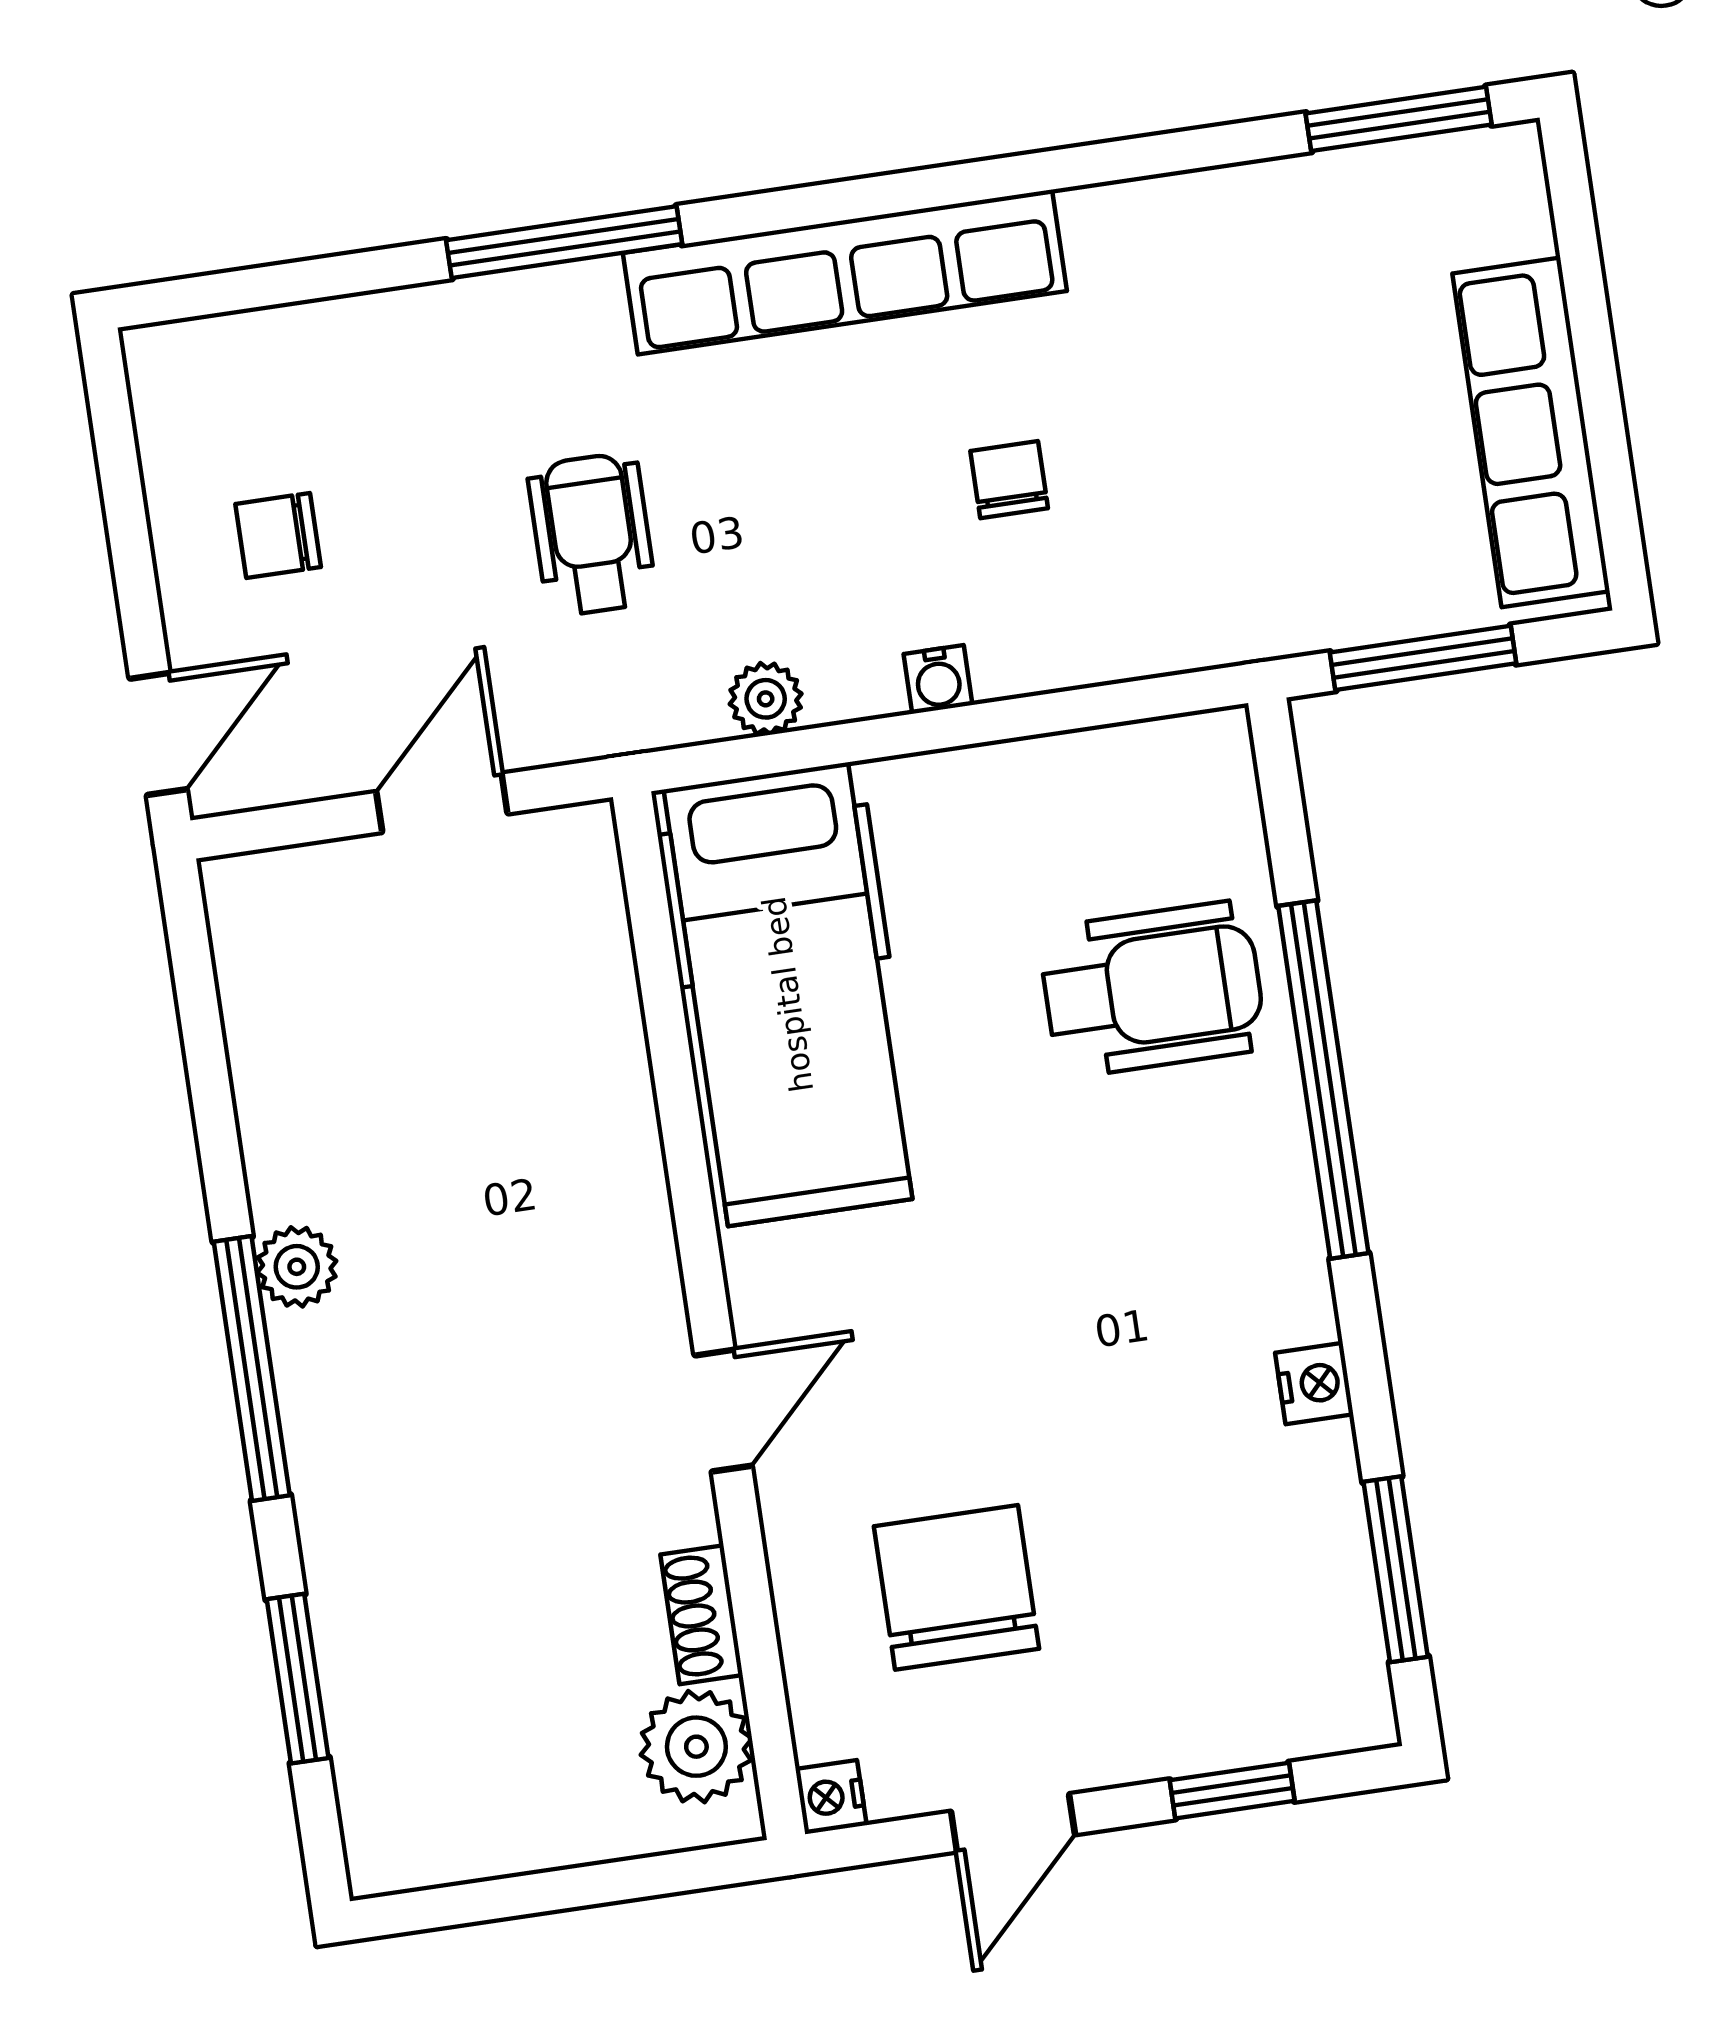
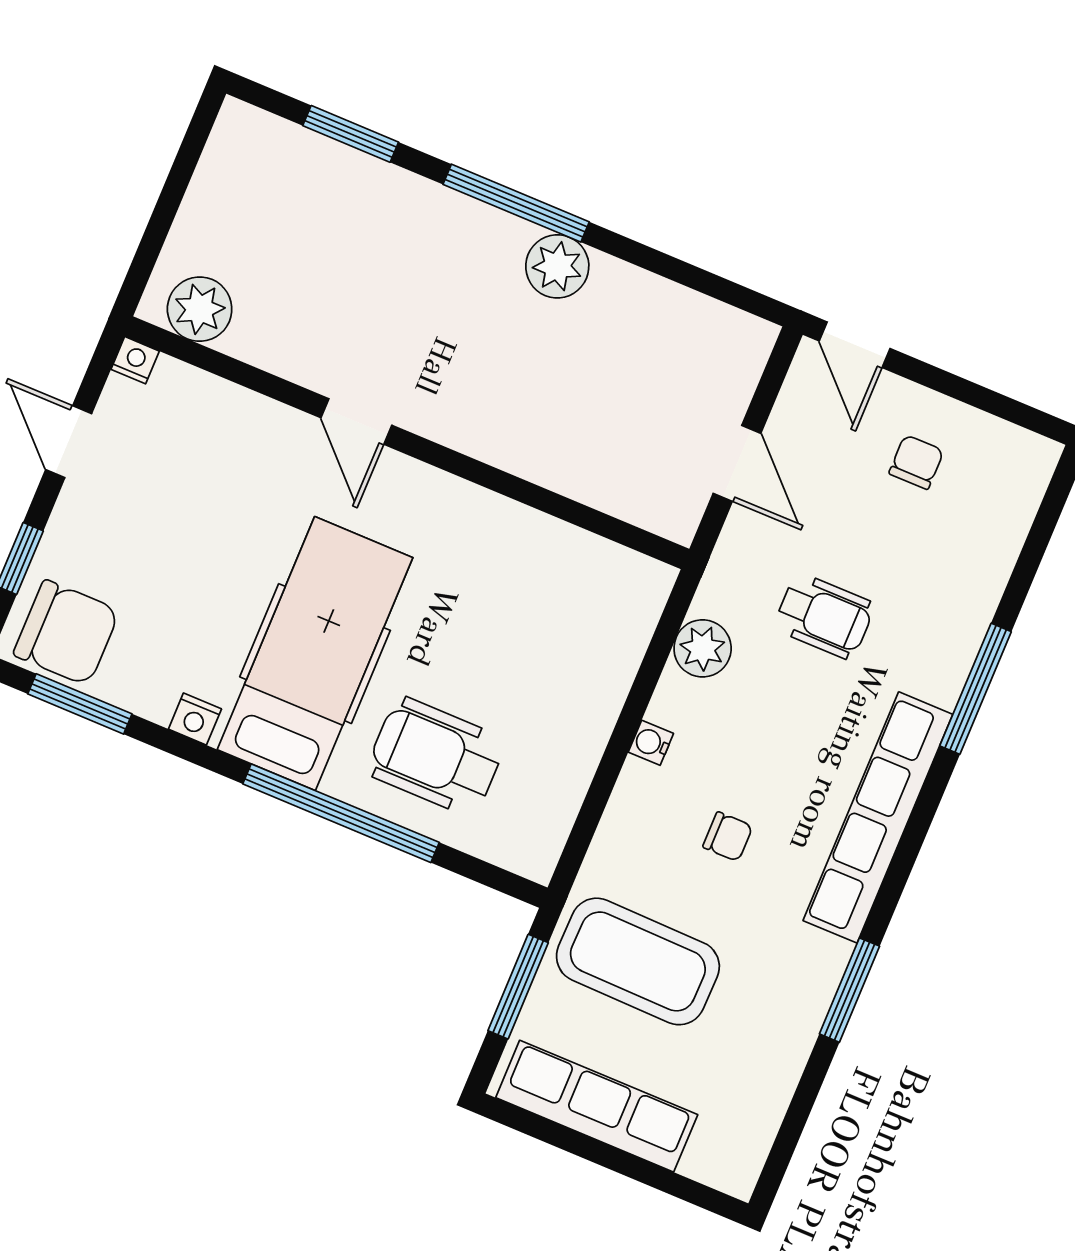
window: (1399, 119) -> (849, 990), moved
coffee table: (1277, 501) -> (638, 961), added
plant: (766, 699) -> (703, 648), width x1.38, depth x1.38
wheelchair: (1152, 989) -> (436, 756), turned 90
hospital bed: (788, 994) -> (315, 654), moved, turned 90
plant: (297, 1267) -> (557, 266), width x1.38, depth x1.38
chair: (957, 1587) -> (66, 633), moved
shoe rack: (702, 1615) -> (263, 351), removed

